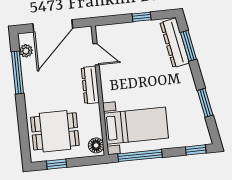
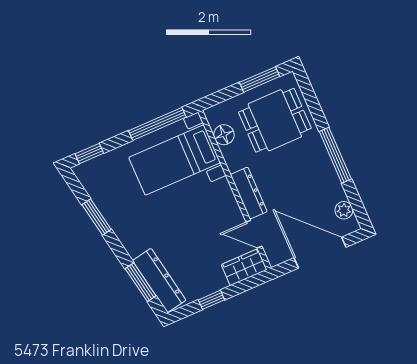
door: (53, 26) -> (320, 253), hinge flipped
wardrobe: (111, 33) -> (244, 267), added
window: (17, 72) -> (335, 155), moved
floor lamp: (96, 145) -> (224, 135), moved
window: (57, 164) -> (260, 79), width x1.50

